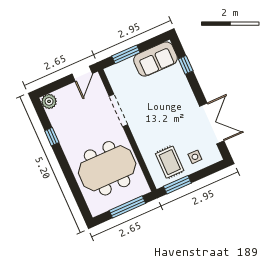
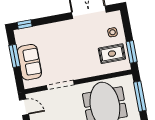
window: (126, 54) -> (14, 56), moved
sofa: (156, 59) -> (29, 62), moved
window: (186, 65) -> (25, 24), moved

